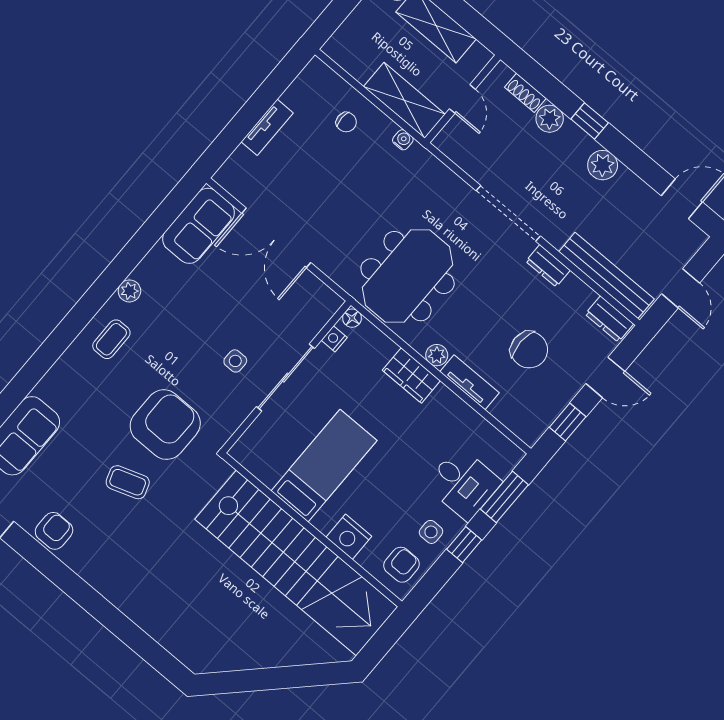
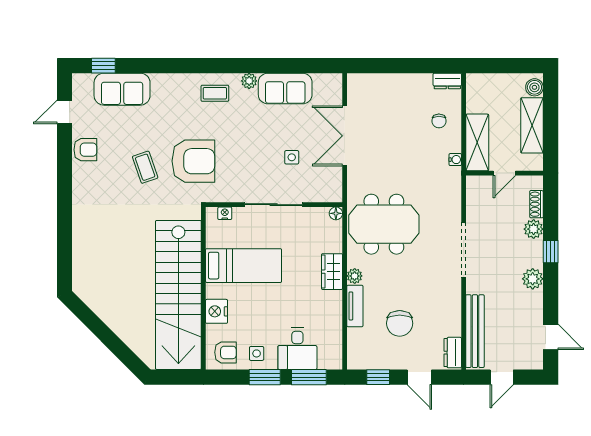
tv unit: (267, 127) -> (400, 81), removed
sofa: (199, 226) -> (285, 88), moved
dresser: (548, 266) -> (447, 81), moved, turned -90
nightstand: (334, 339) -> (225, 213), moved
side table: (235, 361) -> (292, 157), moved
window: (464, 545) -> (265, 377), width x1.50

